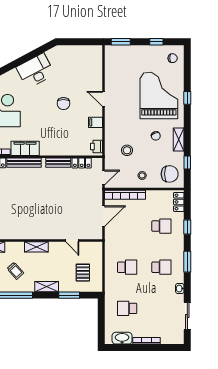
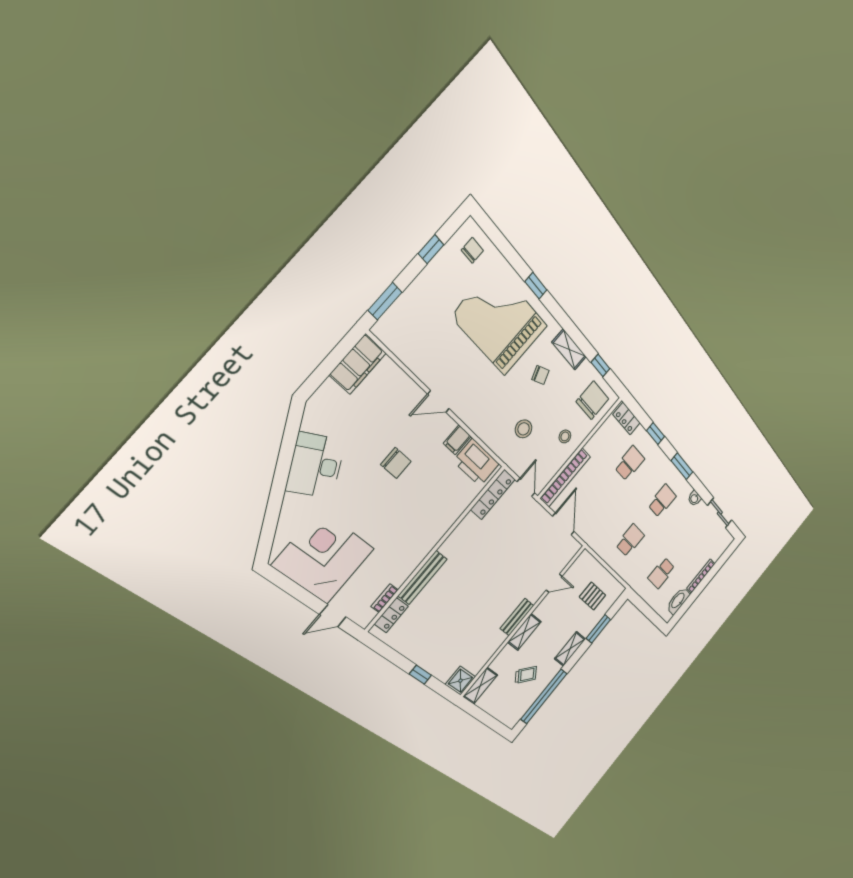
printer: (97, 147) -> (476, 463), width x1.87, depth x1.48
filing cabinet: (25, 148) -> (358, 364), moved, turned 180
bench: (58, 163) -> (517, 617), moved
locker: (82, 163) -> (493, 494), width x1.53

